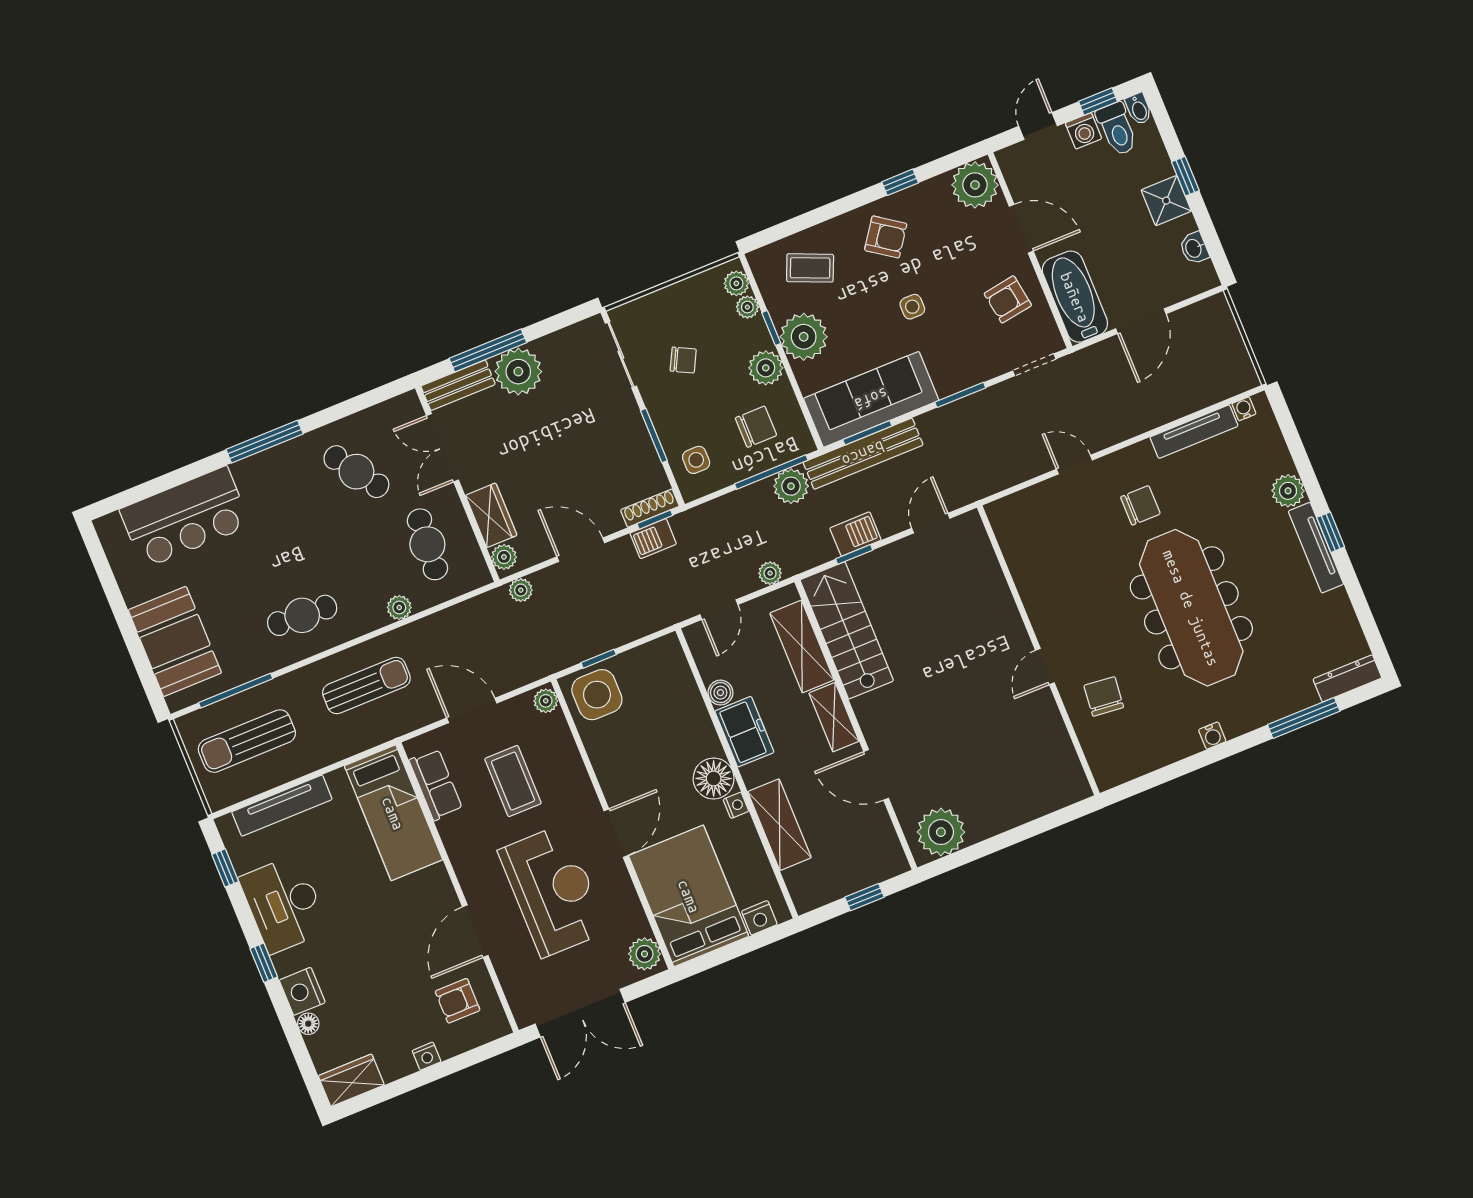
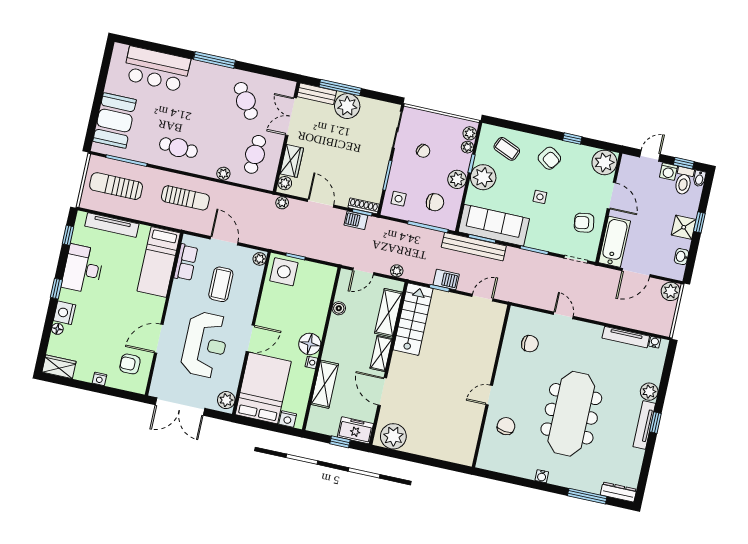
plant: (791, 486) -> (671, 291), moved
chair: (1140, 505) -> (530, 344), moved
freezer: (744, 732) -> (355, 430), moved, turned -90

